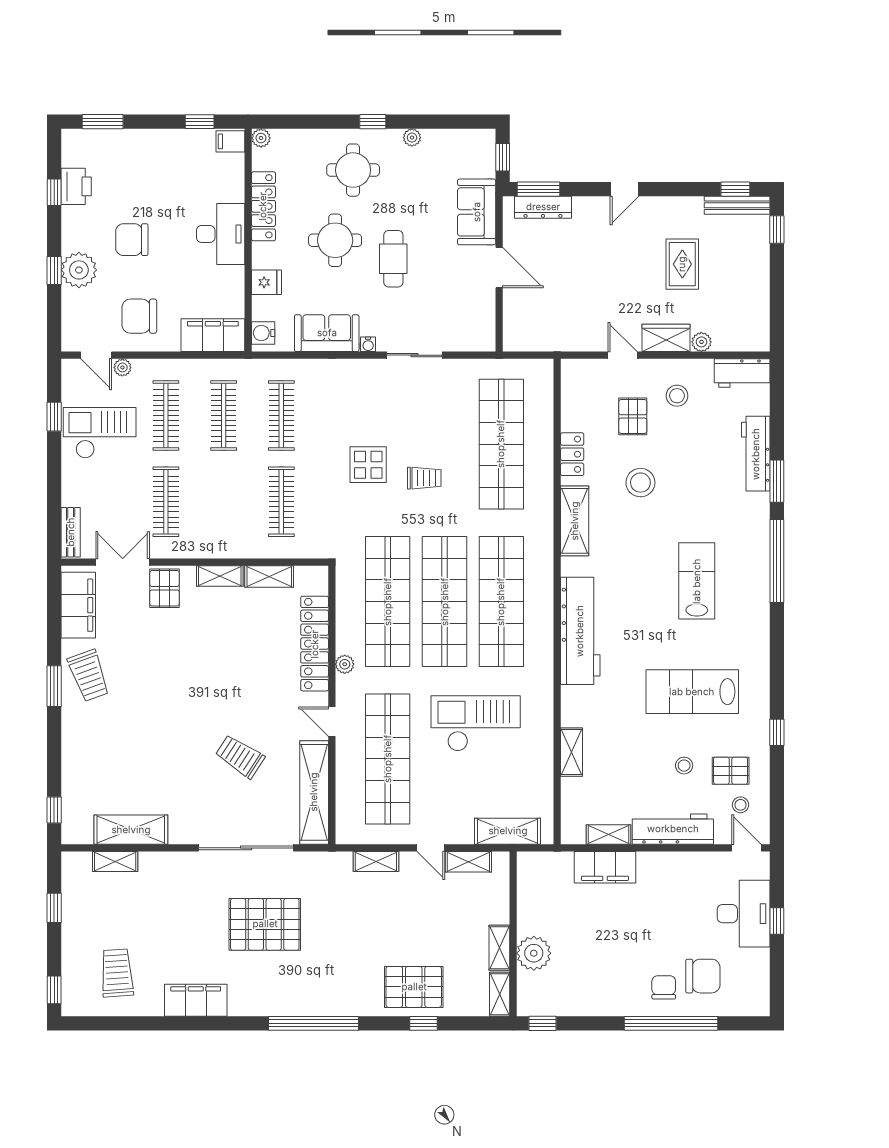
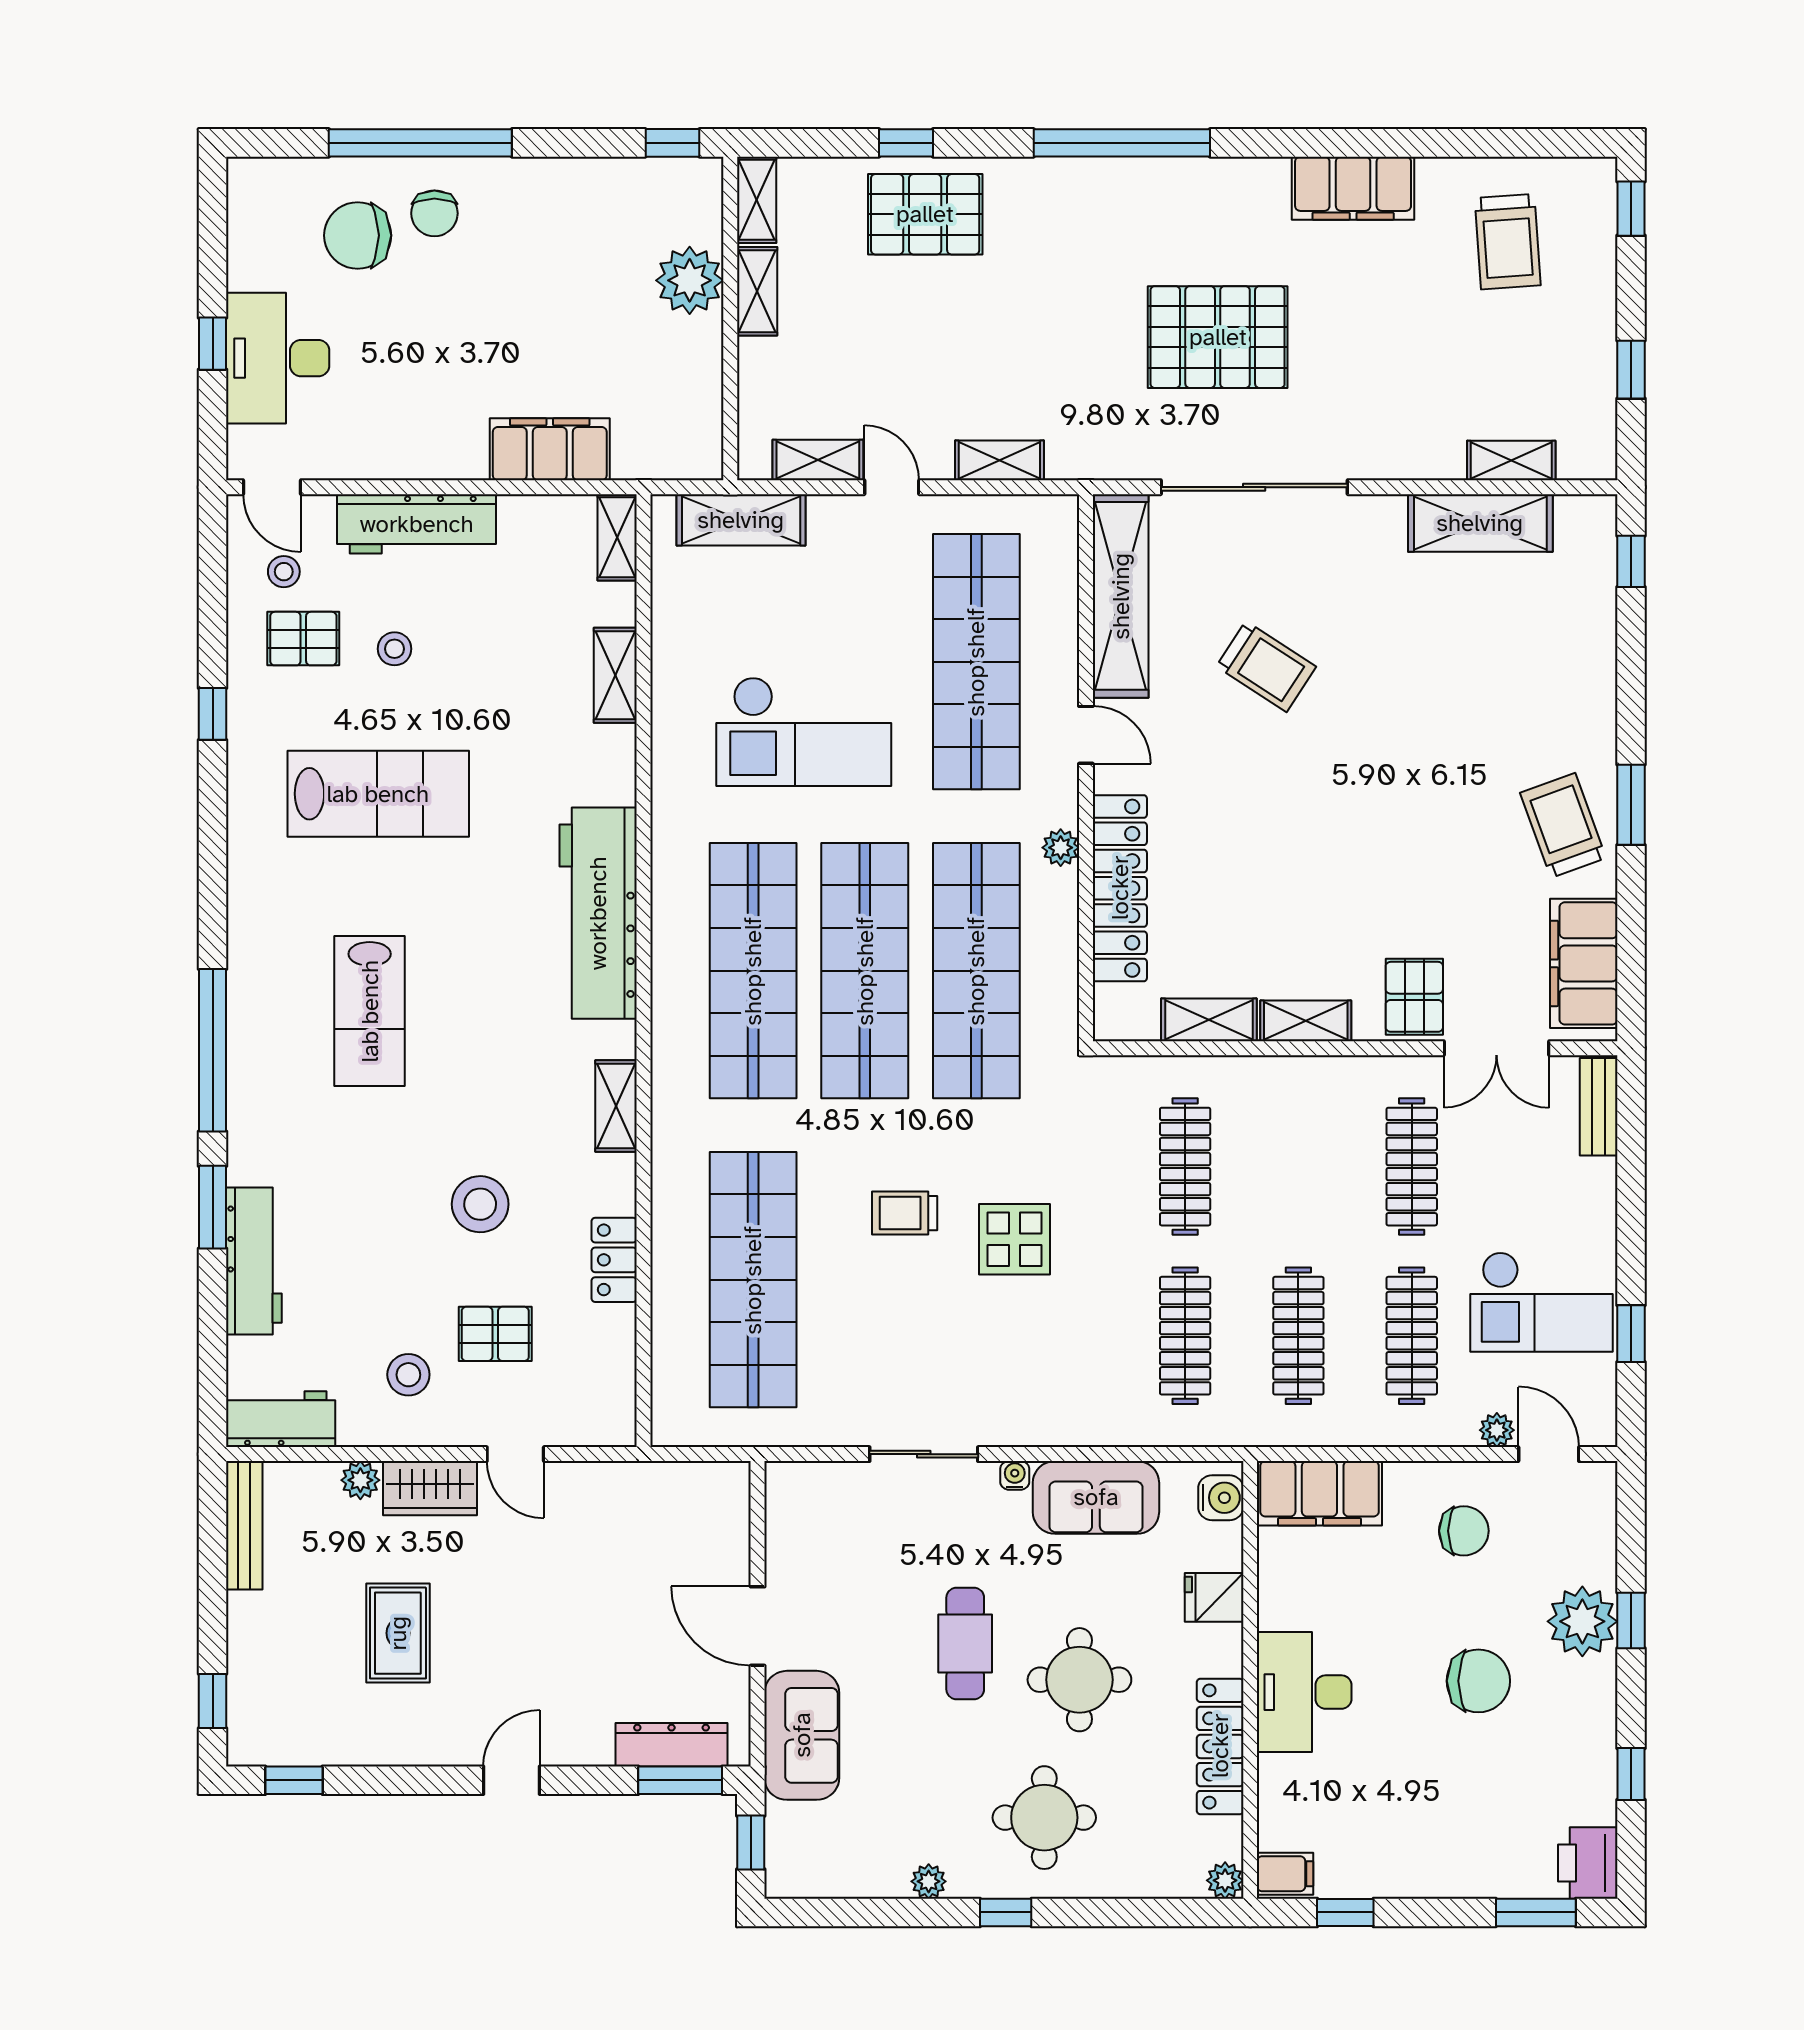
printer: (76, 186) -> (1588, 1863), moved
bench: (737, 205) -> (244, 1525), moved, turned 90
chair: (139, 316) -> (1464, 1531), width x0.73, depth x0.73
pallet: (633, 416) -> (495, 1334), turned 90
shelving: (575, 521) -> (616, 1106), width x0.67, depth x0.75
shelving: (608, 834) -> (617, 537), moved, turned 90

